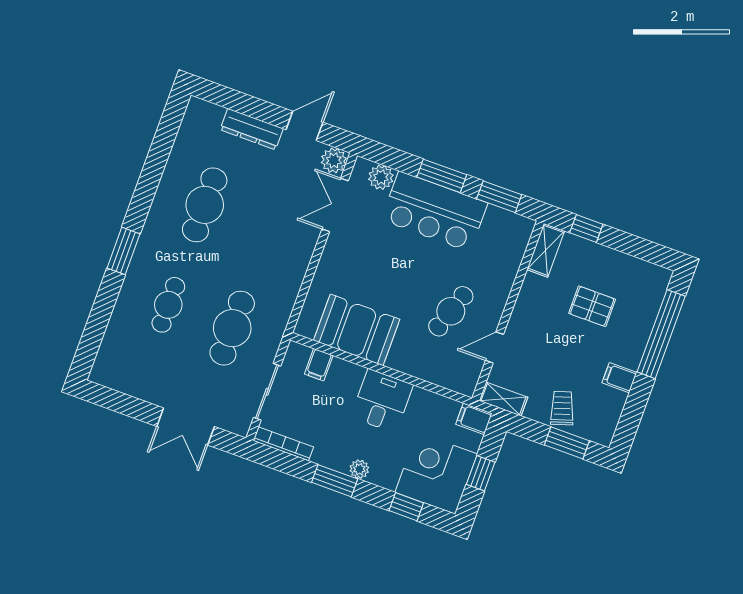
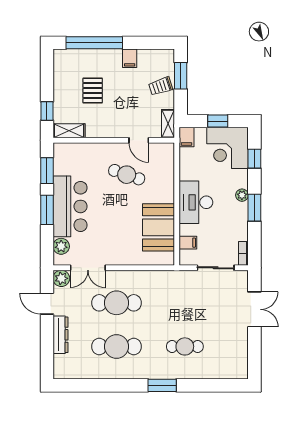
cafe table: (232, 328) -> (116, 303), moved
desk: (382, 401) -> (196, 202), width x1.37
bookcase: (283, 444) -> (243, 253), width x0.64

